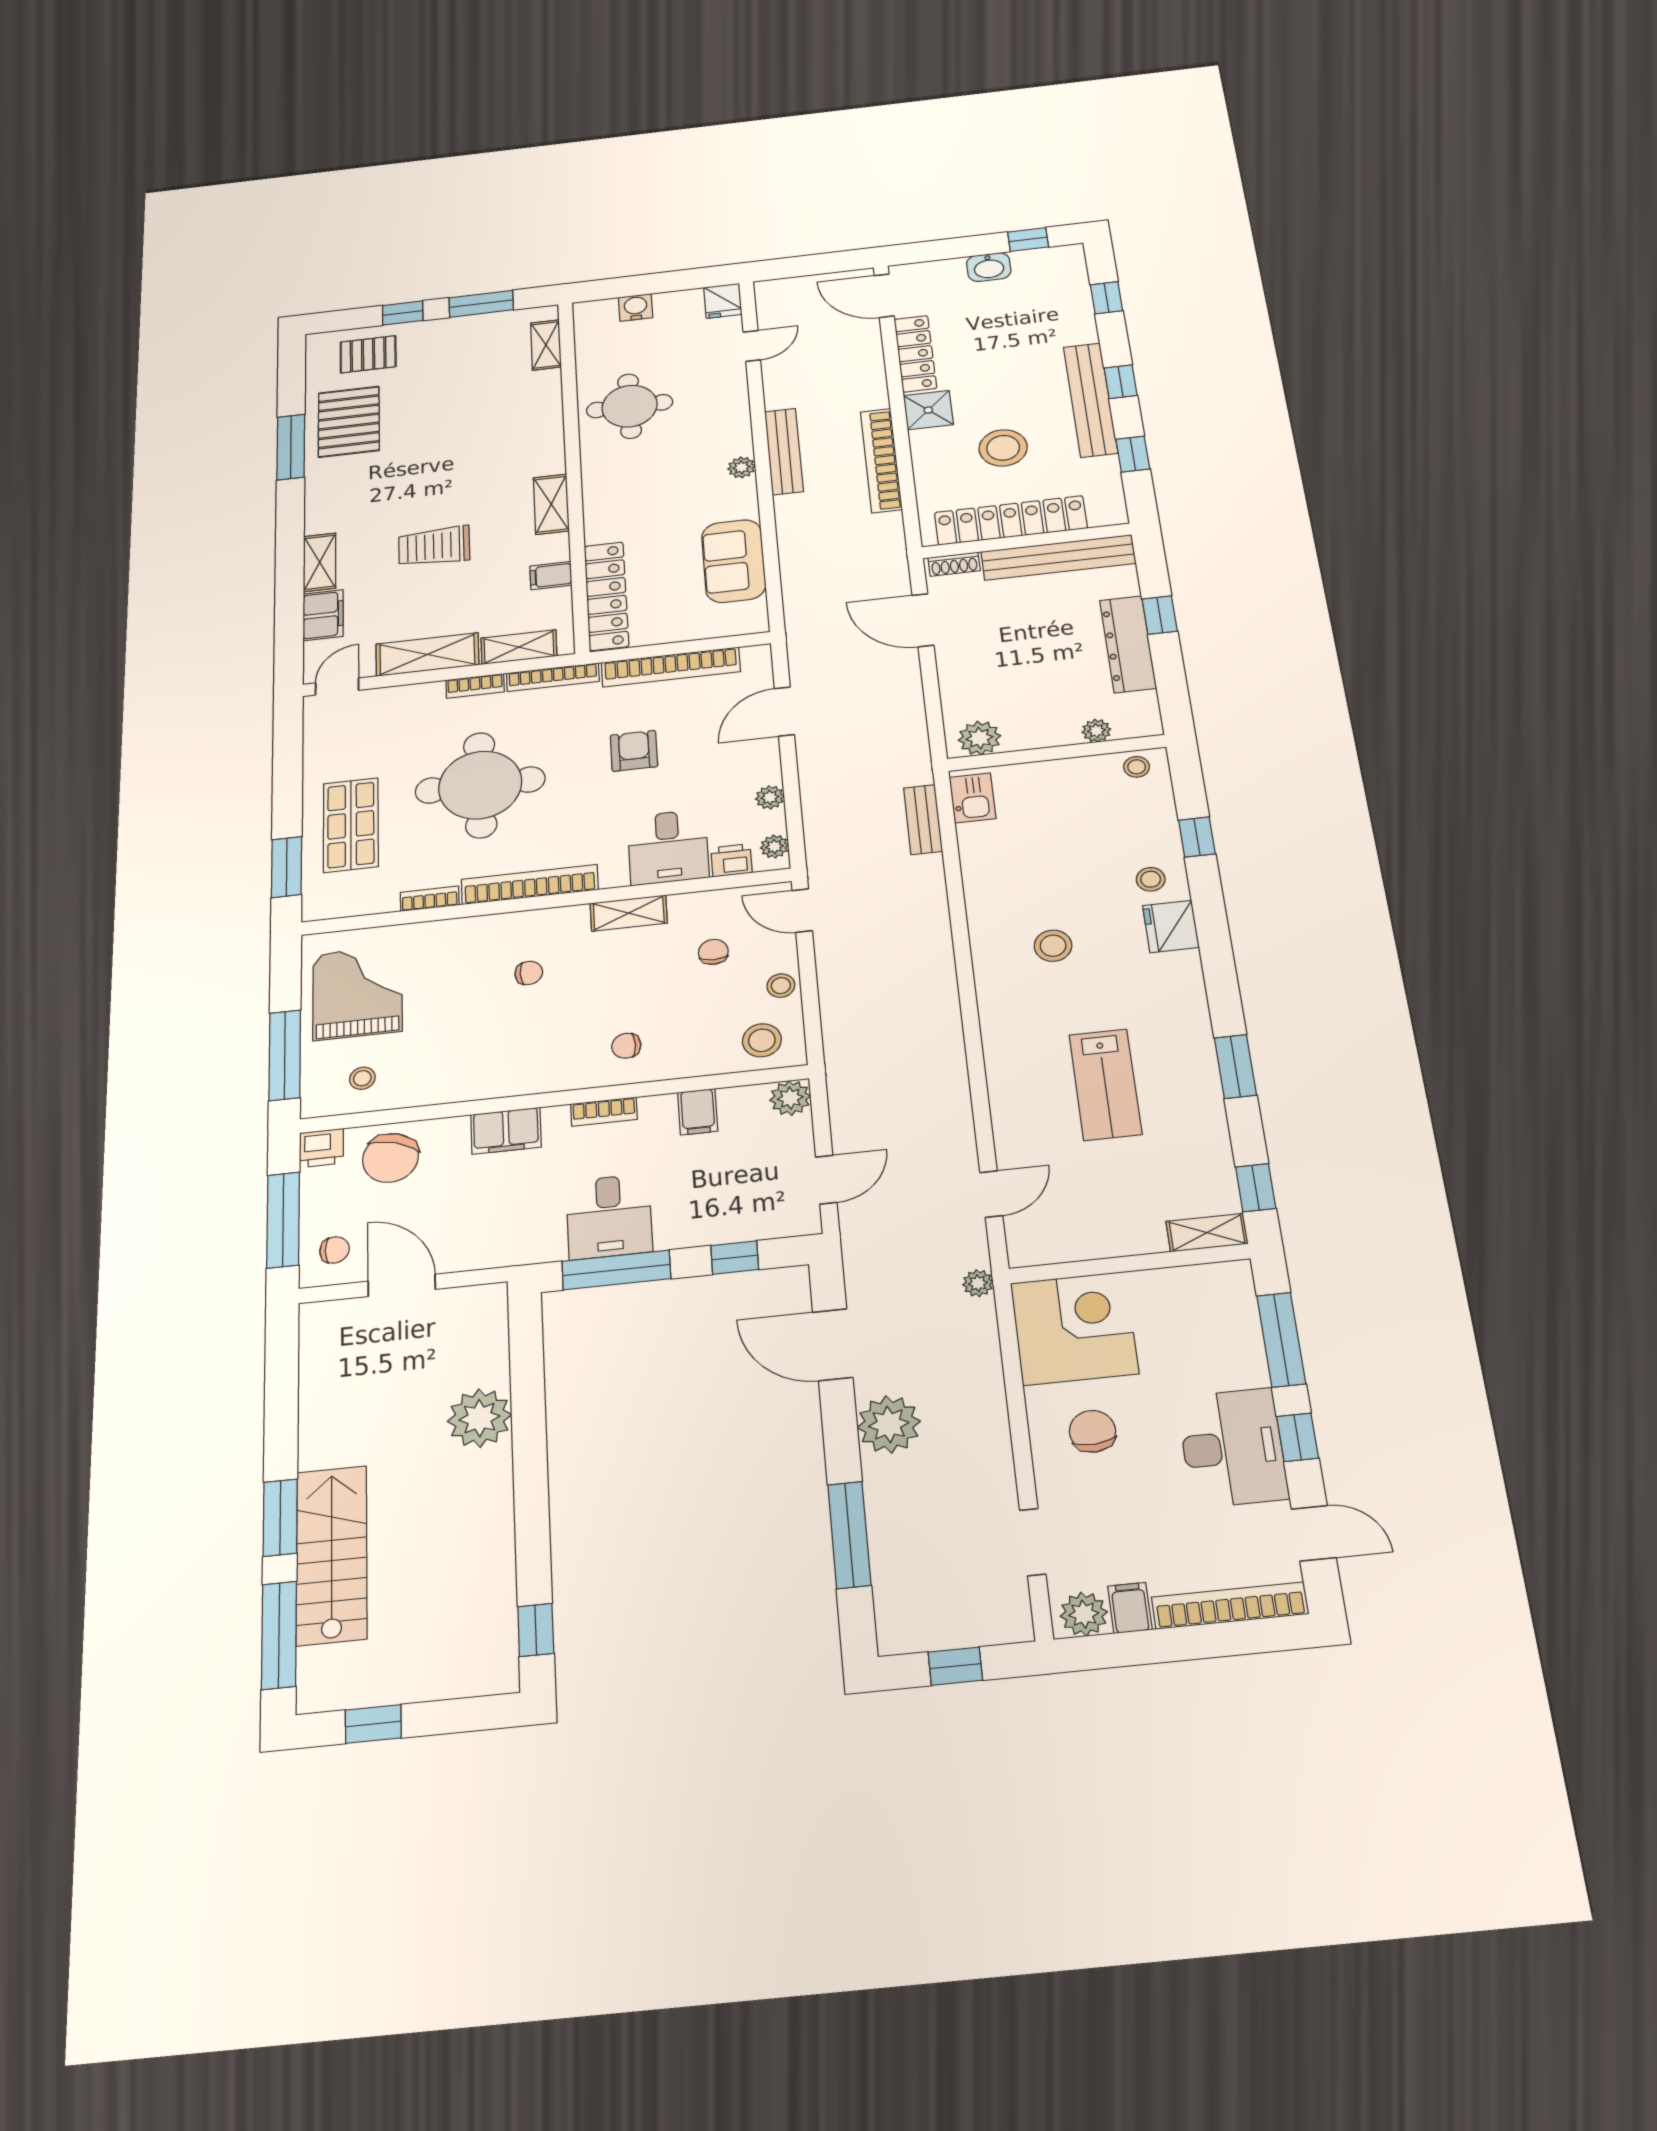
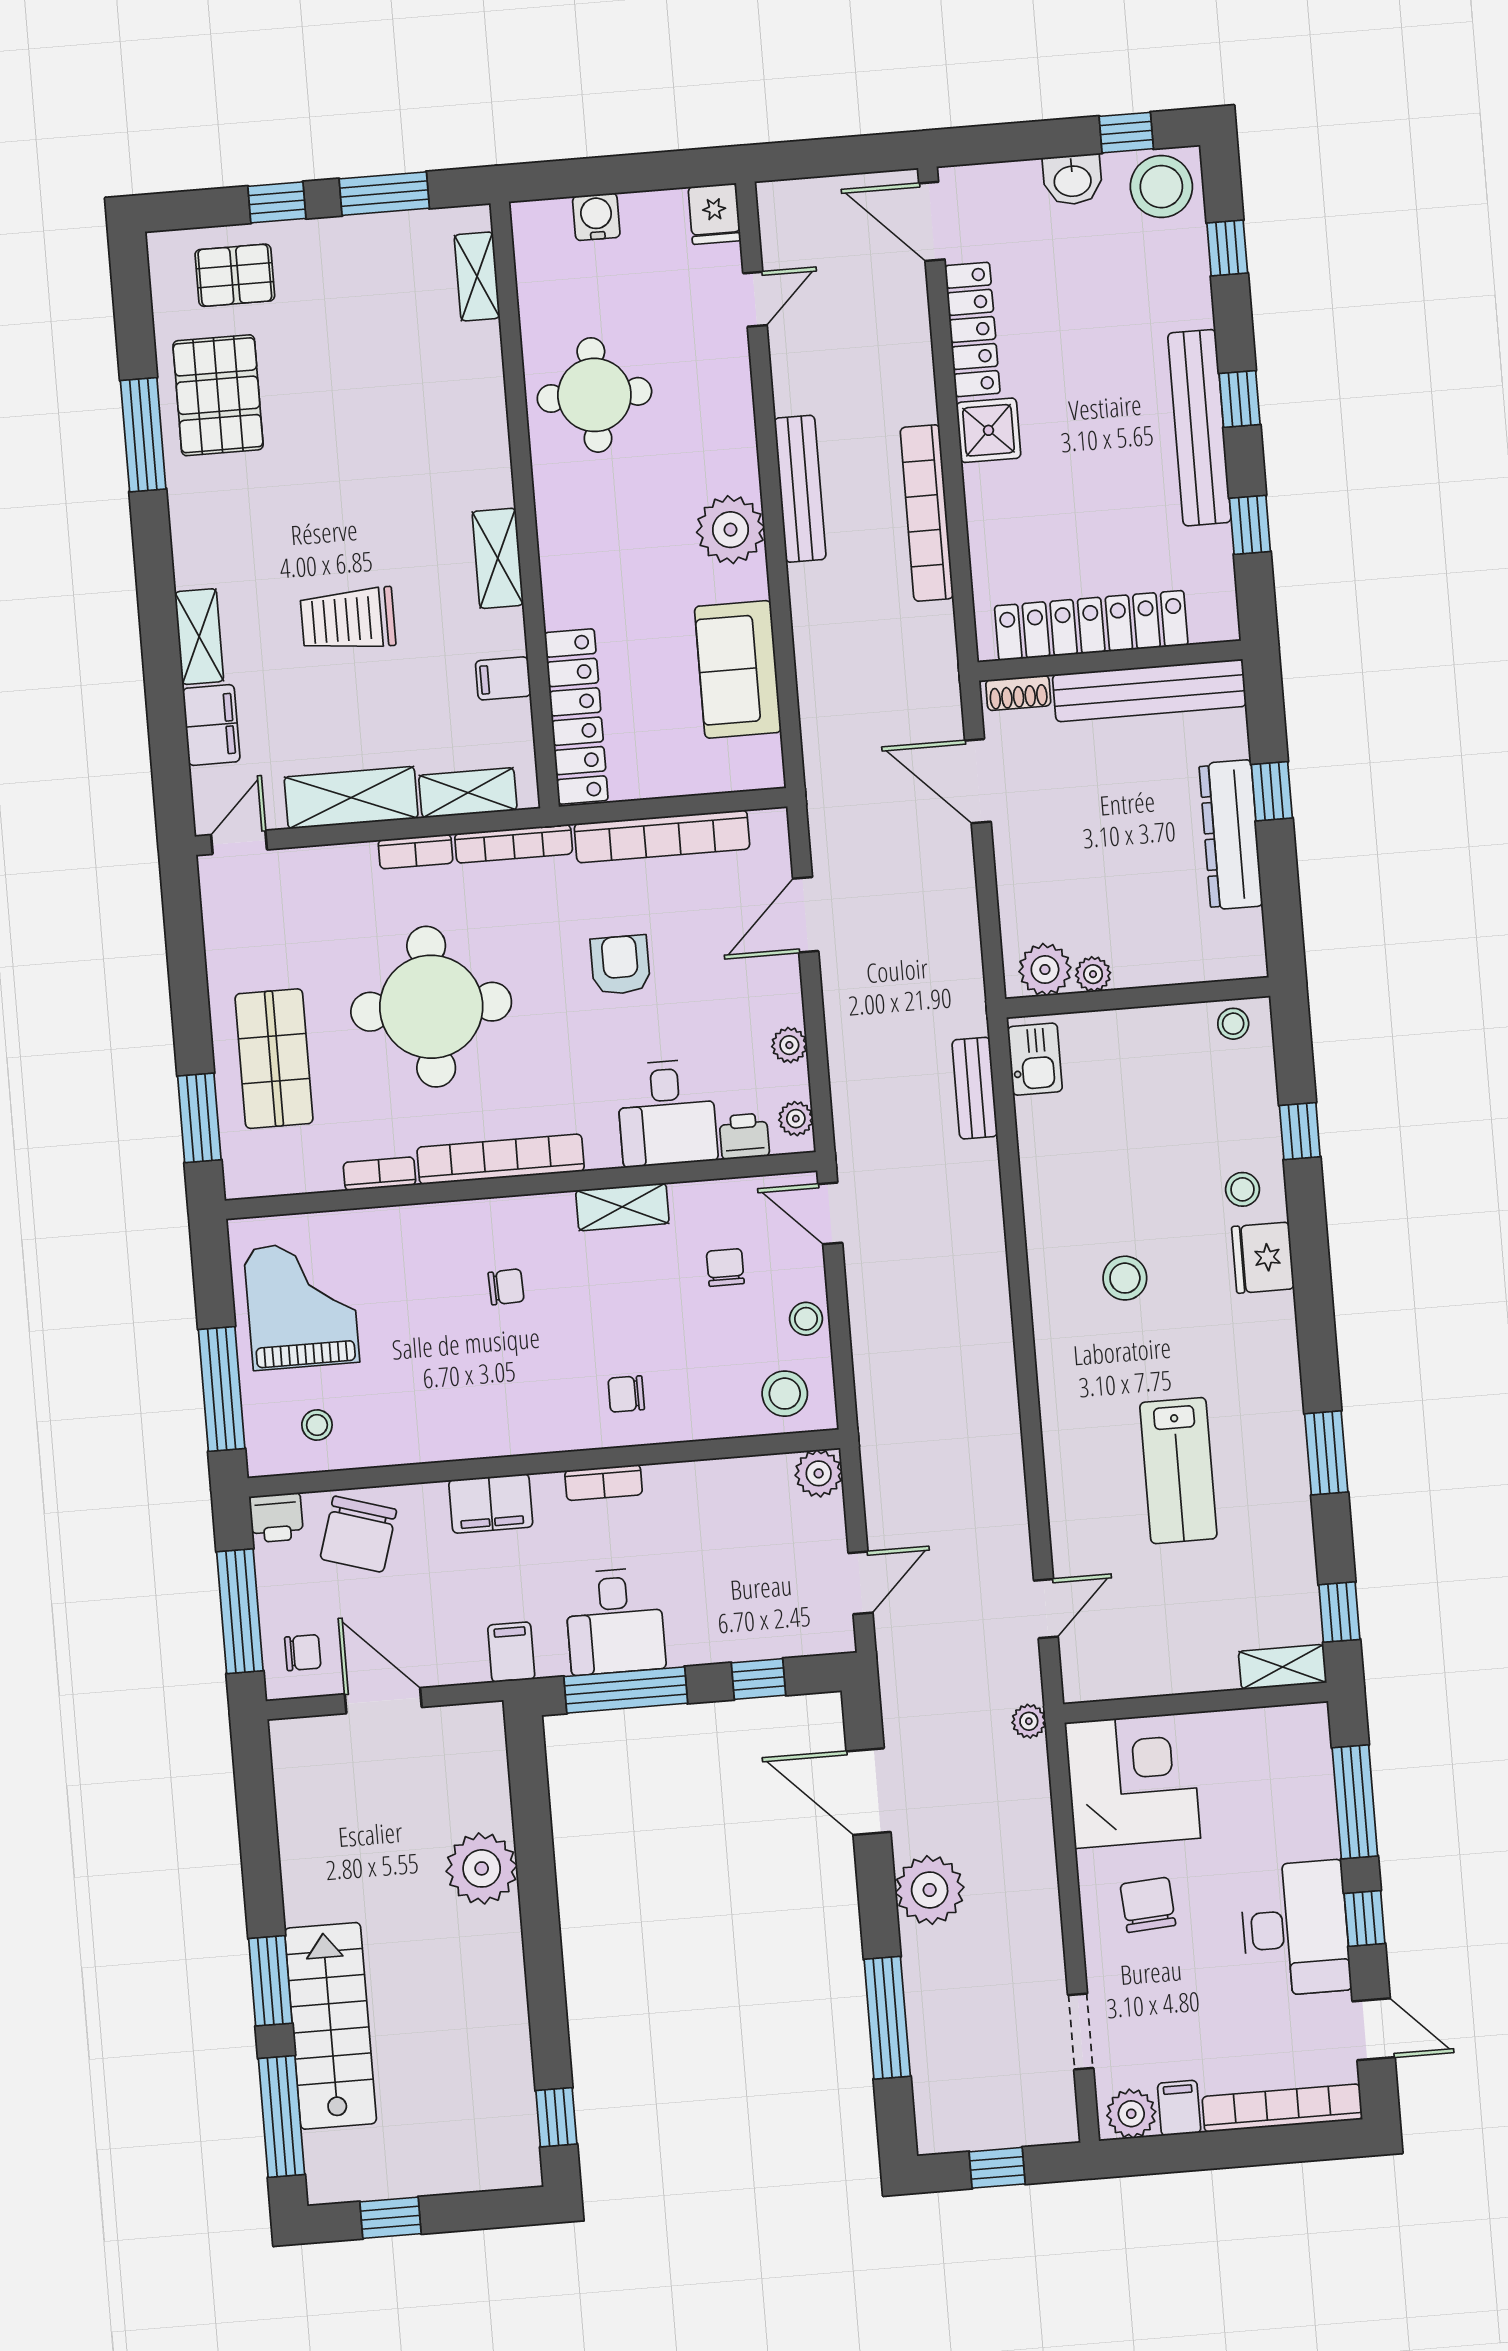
stool: (1003, 448) -> (1161, 187), moved
plant: (742, 467) -> (730, 530), width x1.87, depth x1.87
plant: (1096, 731) -> (1093, 974), moved
filing cabinet: (698, 1112) -> (511, 1652), moved, turned 180

